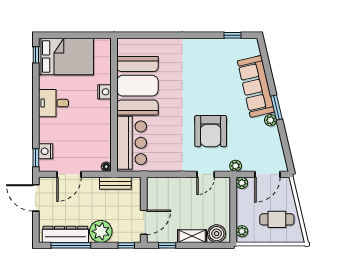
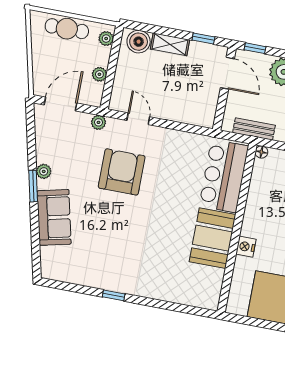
window: (232, 35) -> (114, 295), moved
booth: (137, 86) -> (213, 238), width x0.73, depth x0.70
sofa: (256, 86) -> (54, 217), width x0.73
door: (206, 174) -> (138, 119), hinge flipped
plant: (242, 183) -> (99, 74), moved
cafe table: (277, 219) -> (67, 29), moved
door: (144, 222) -> (227, 73), swing flipped

